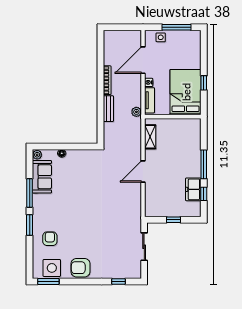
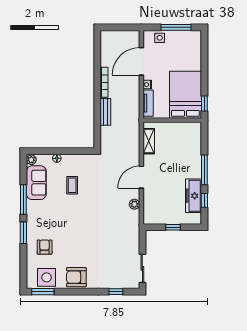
window: (204, 83) -> (204, 103), moved
plant: (136, 112) -> (134, 204), moved
coffee table: (76, 179) -> (72, 185), added
freezer: (193, 189) -> (194, 196), width x1.40
sliding door: (144, 247) -> (142, 268), moved

